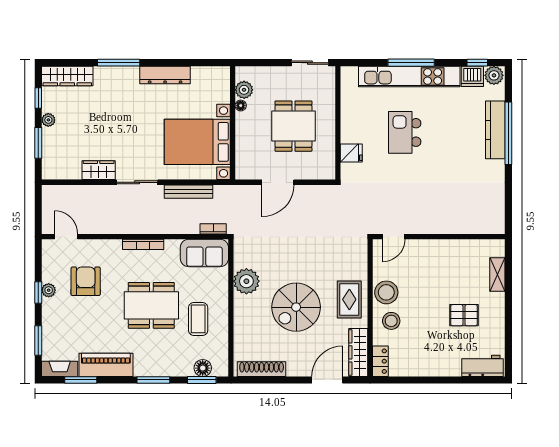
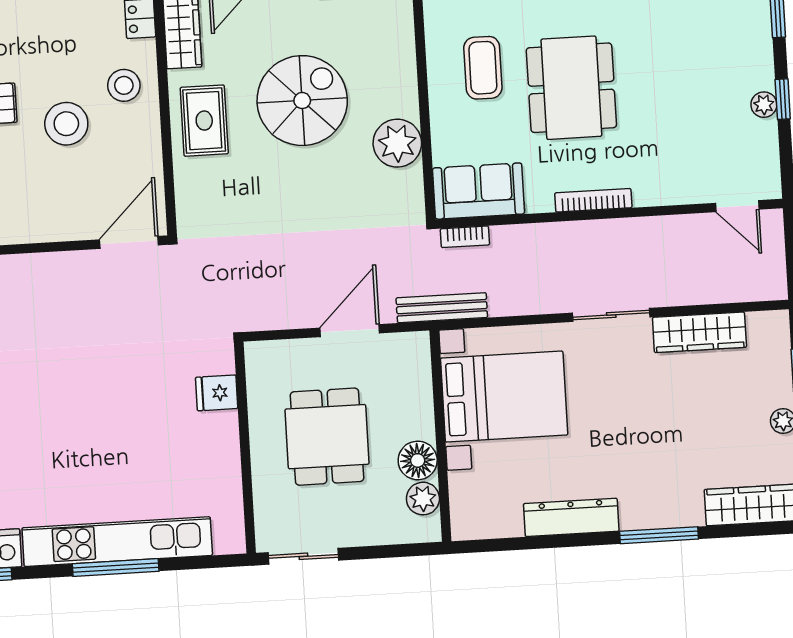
floor lamp: (241, 106) -> (418, 460), width x1.89, depth x1.89
kitchen island: (405, 132) -> (120, 437), removed
wardrobe: (99, 170) -> (699, 332), width x1.50
bench: (189, 192) -> (442, 308), moved
door: (393, 237) -> (129, 242), width x1.38
armchair: (86, 281) -> (696, 125), removed
stool: (386, 292) -> (66, 124), moved
dining table: (151, 305) -> (571, 88), turned 90

